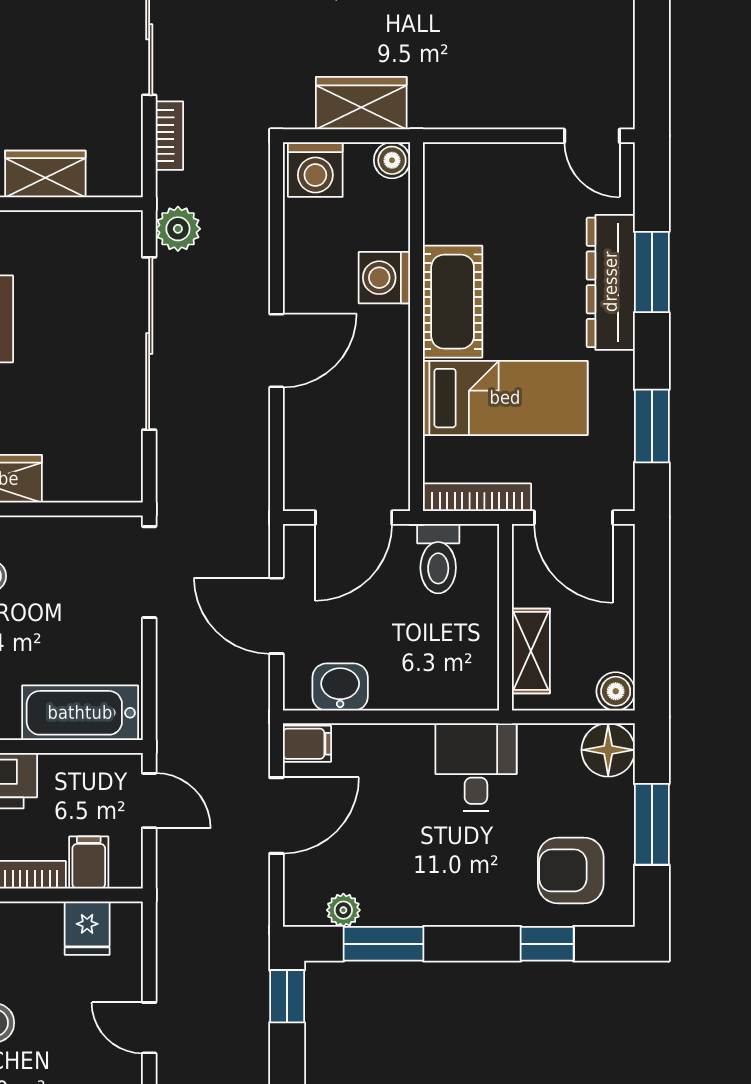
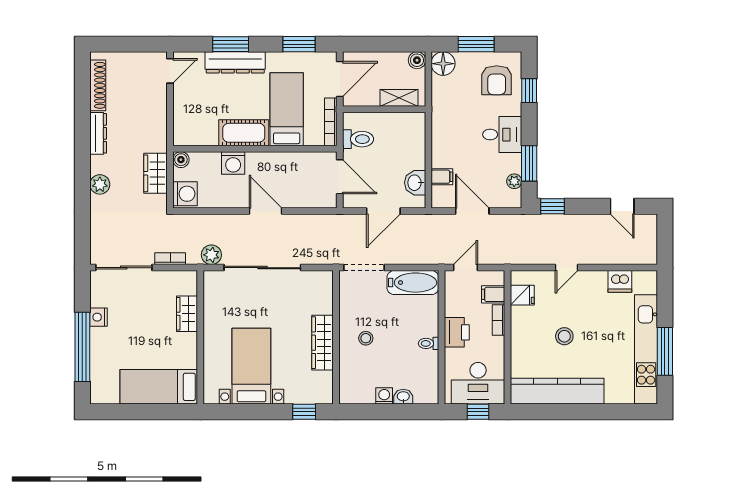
bathtub: (80, 713) -> (413, 283), moved, turned -90
filing cabinet: (307, 744) -> (442, 177), moved, turned 90
desk: (476, 767) -> (502, 135), moved, turned 180

